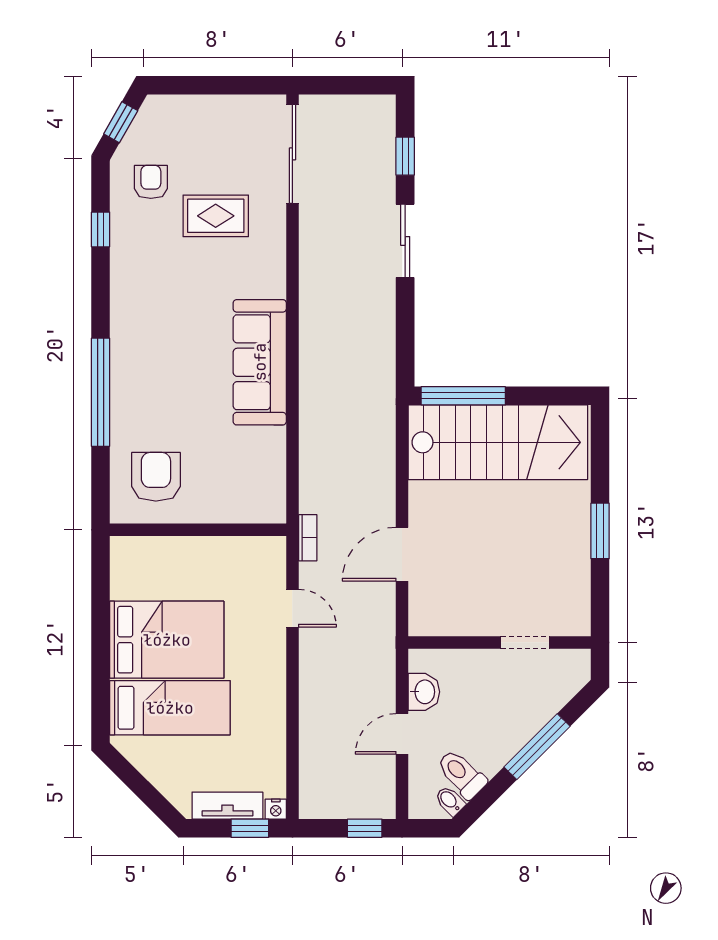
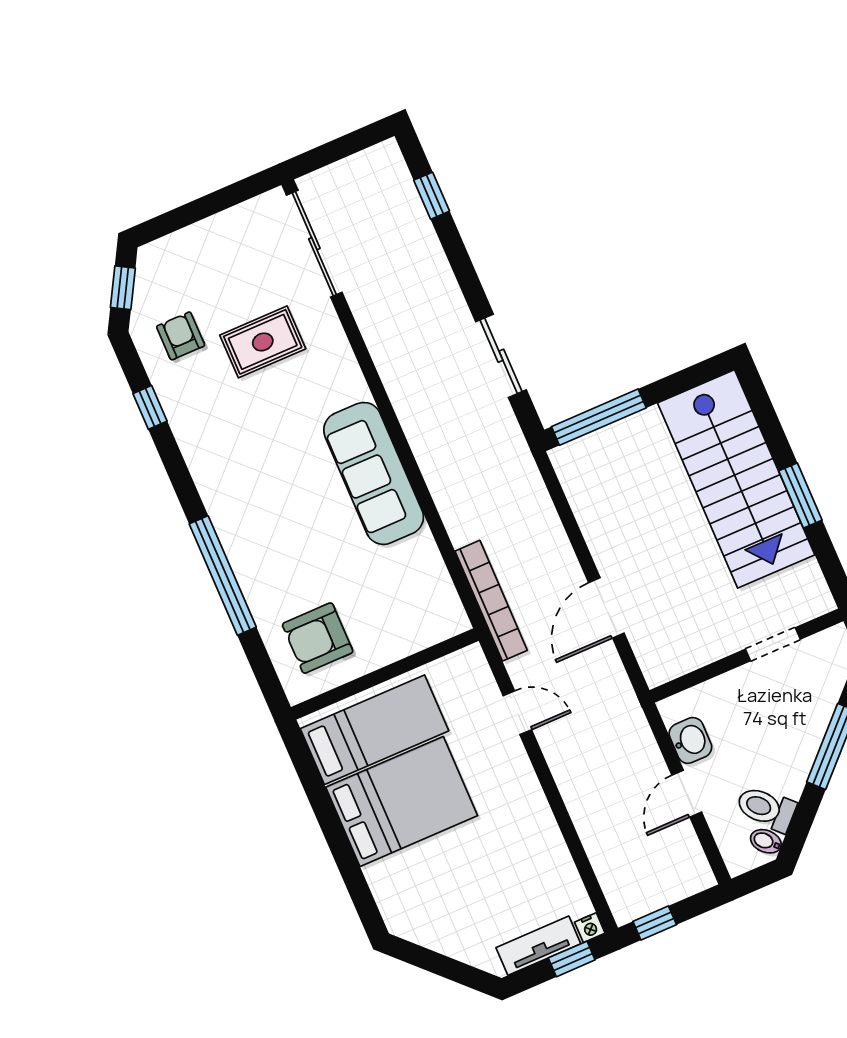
sliding door: (405, 241) -> (501, 356), moved
stairs: (498, 442) -> (736, 479), moved, turned 90
armchair: (156, 477) -> (318, 638), turned -90
bookcase: (308, 538) -> (491, 601), width x2.31, depth x1.31
bed: (170, 708) -> (375, 730), moved
window: (365, 828) -> (655, 923), moved

